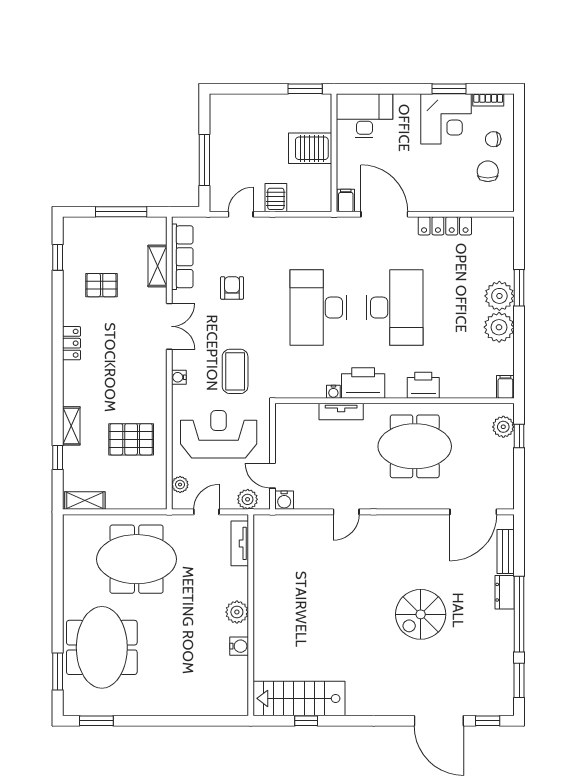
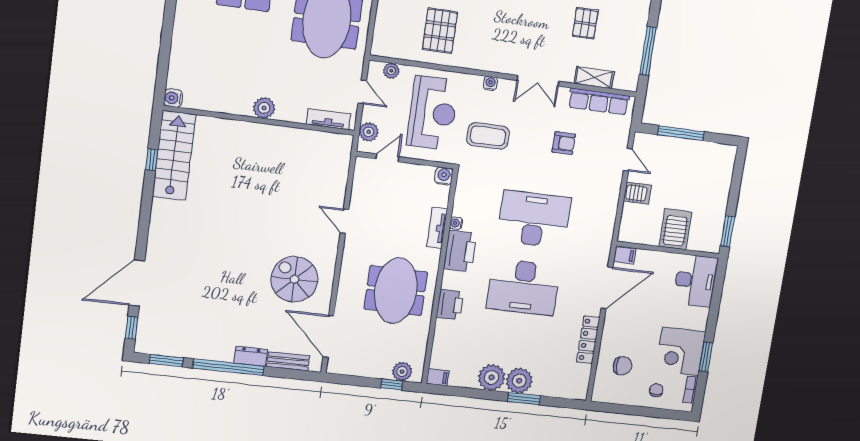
chair: (488, 171) -> (622, 366), moved
water cooler: (284, 500) -> (444, 176), moved, turned 90
spiral stairs: (421, 614) -> (294, 279), moved
water cooler: (239, 646) -> (173, 98), moved, turned 90

